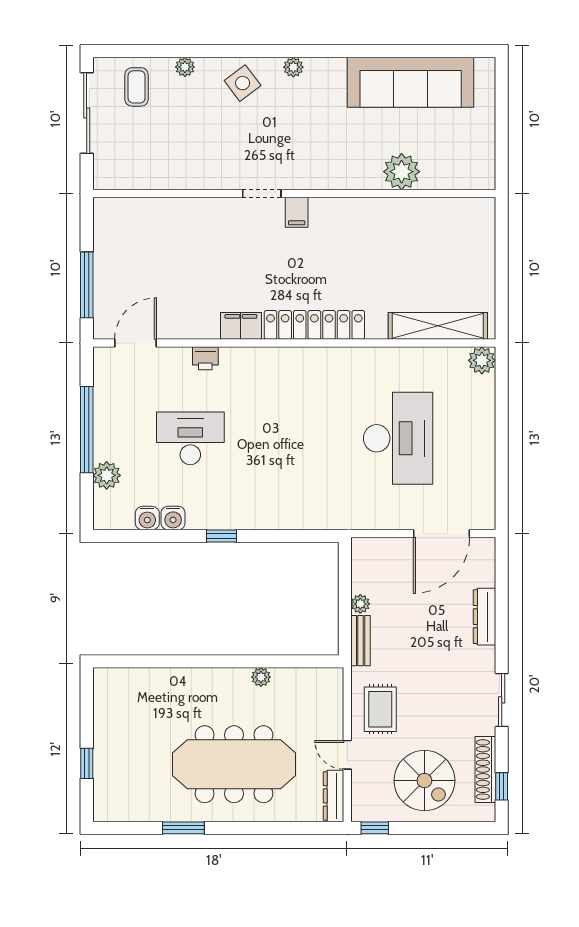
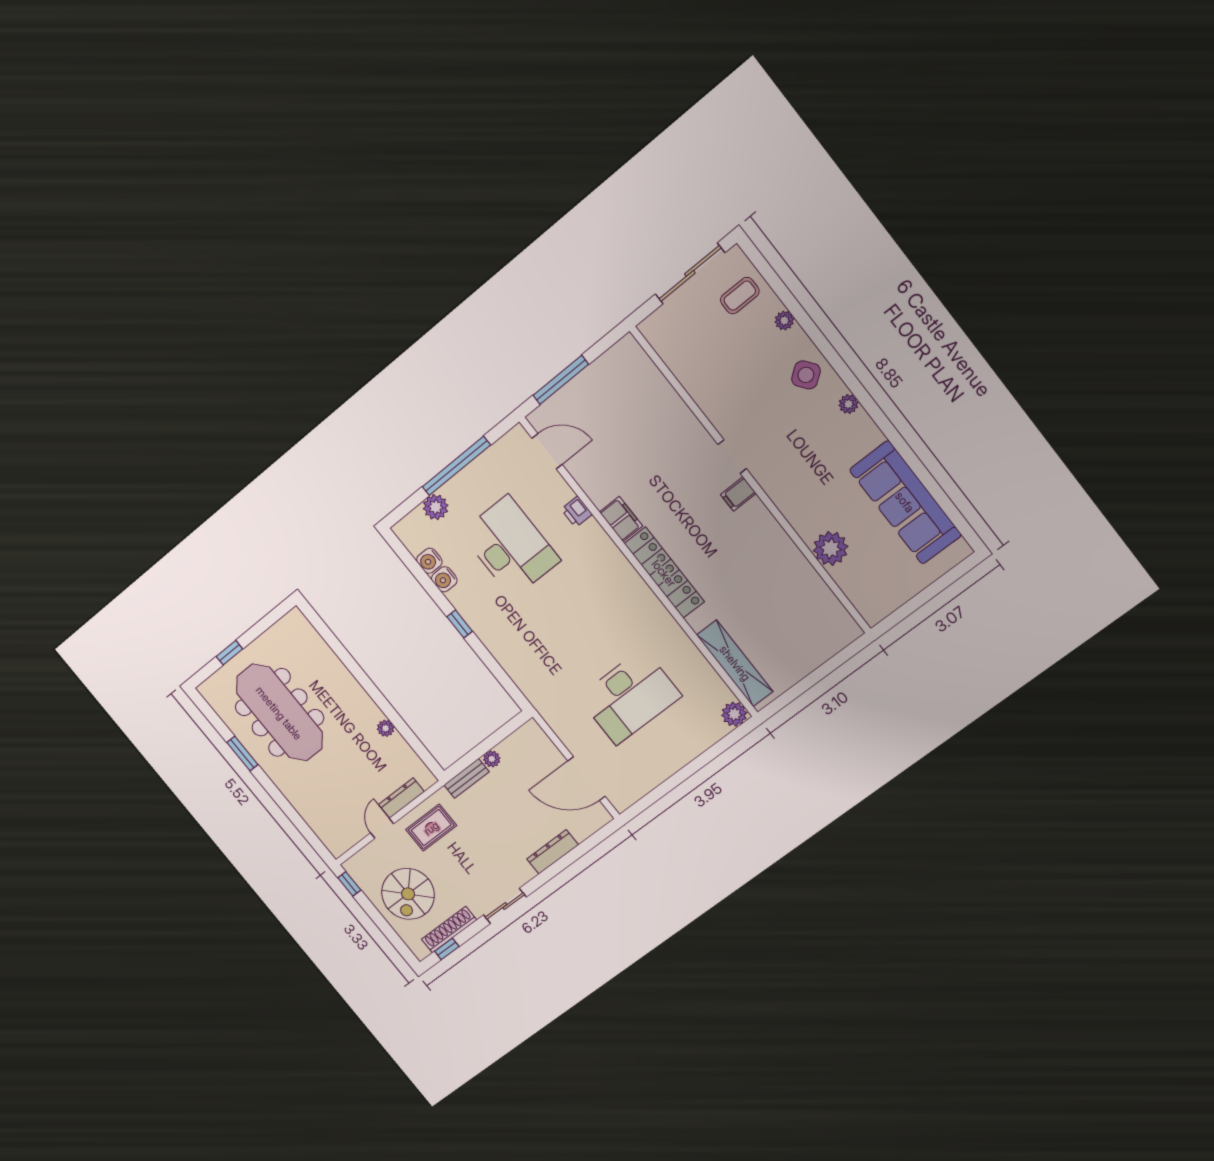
desk: (190, 438) -> (510, 547), width x1.36, depth x1.30
meeting table: (234, 764) -> (279, 713), moved
dresser: (334, 796) -> (401, 798), moved

